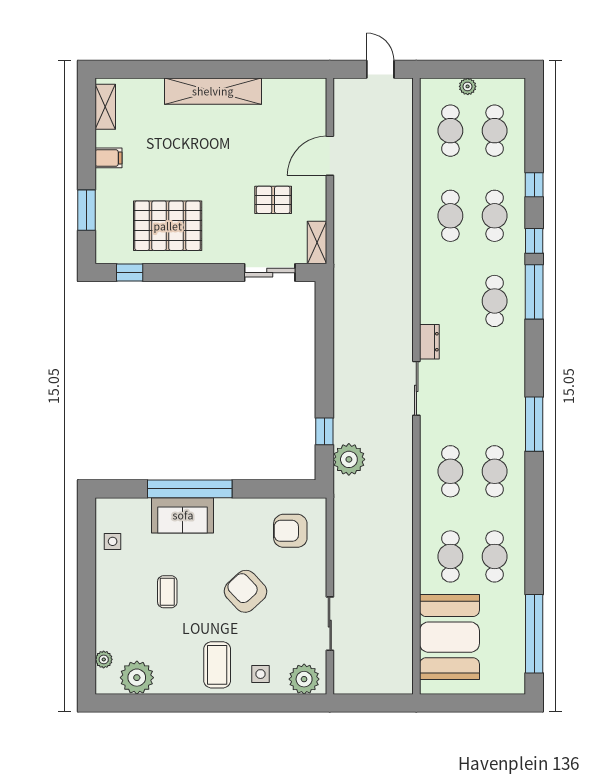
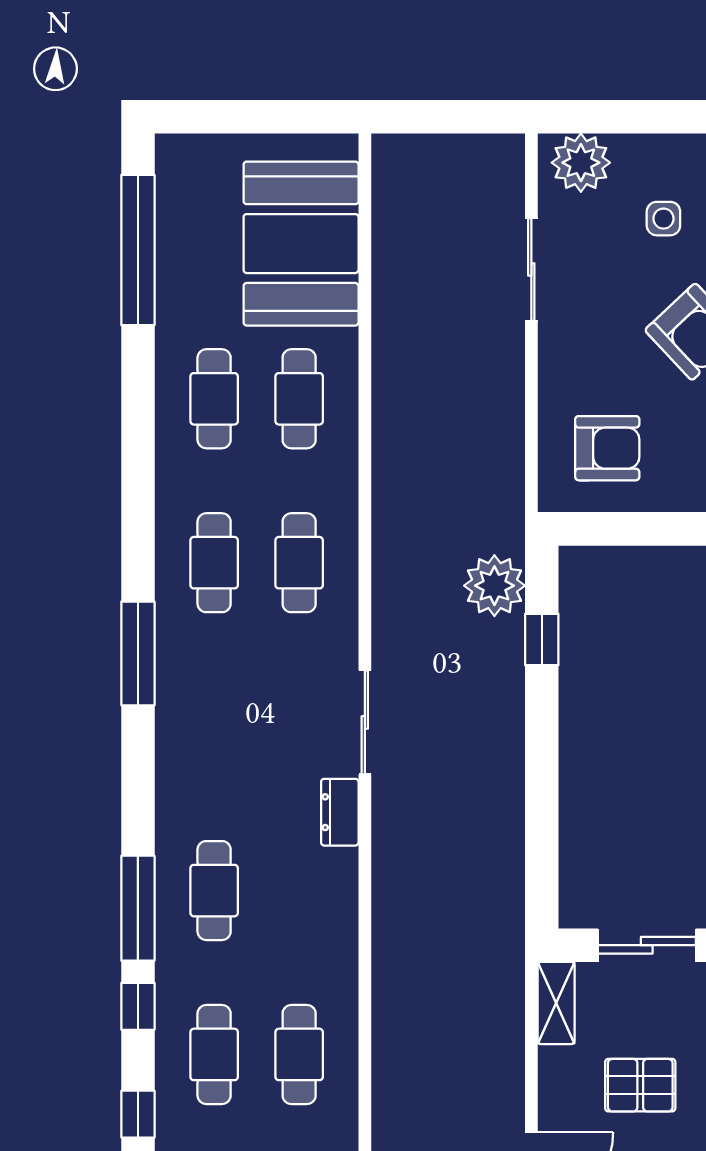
side table: (260, 674) -> (663, 219), moved

